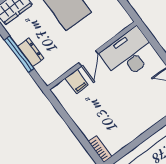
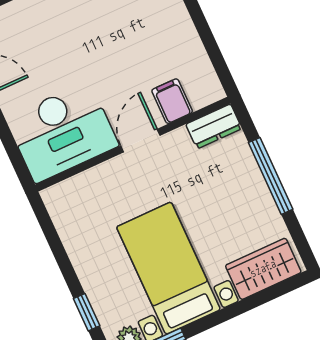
dresser: (31, 52) -> (214, 126), moved, turned -90

